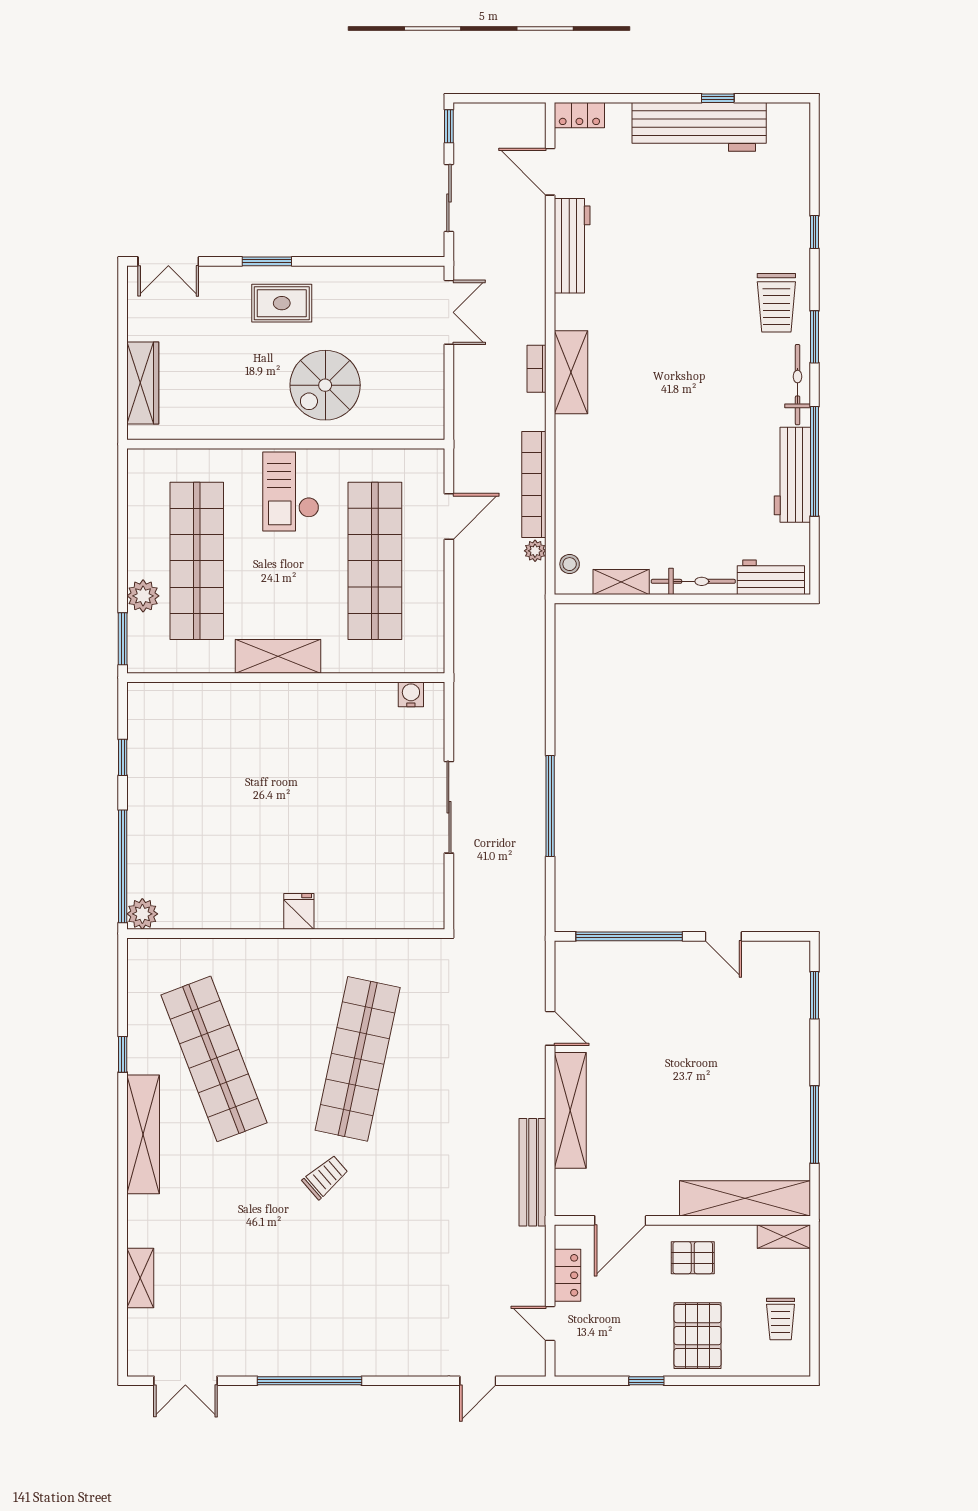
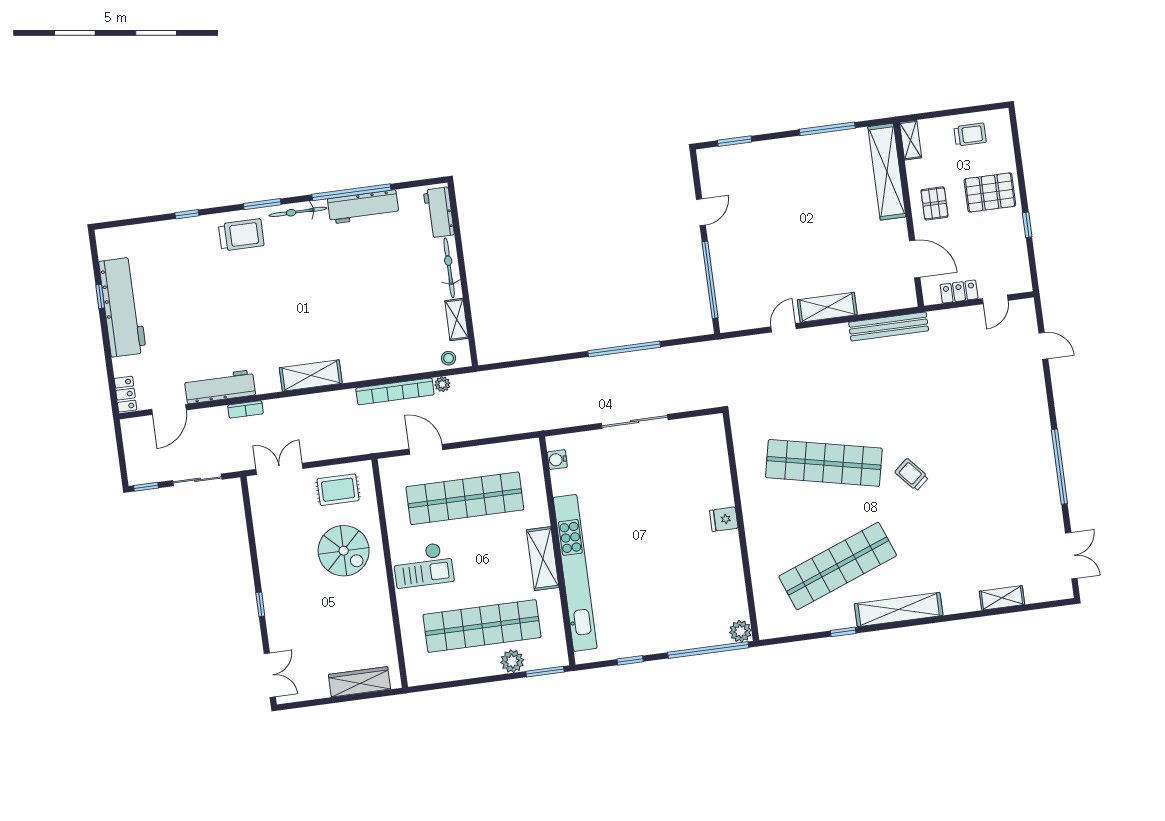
window: (267, 261) -> (260, 604), width x0.67
rug: (282, 303) -> (338, 490), moved, turned 90
bookcase: (536, 369) -> (245, 409), moved
kitchen unit: (252, 698) -> (575, 573), added
shelving: (570, 1110) -> (827, 307), width x0.68

